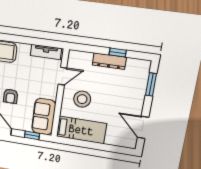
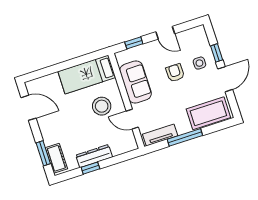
window: (27, 40) -> (185, 137), added
cot: (142, 75) -> (56, 158), added
door: (62, 76) -> (132, 119), hinge flipped
sofa: (44, 117) -> (136, 82), moved

